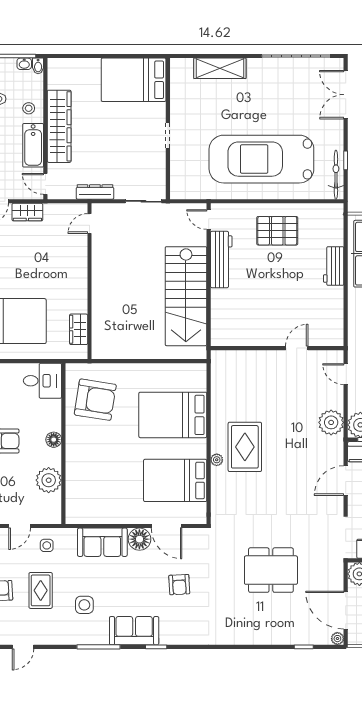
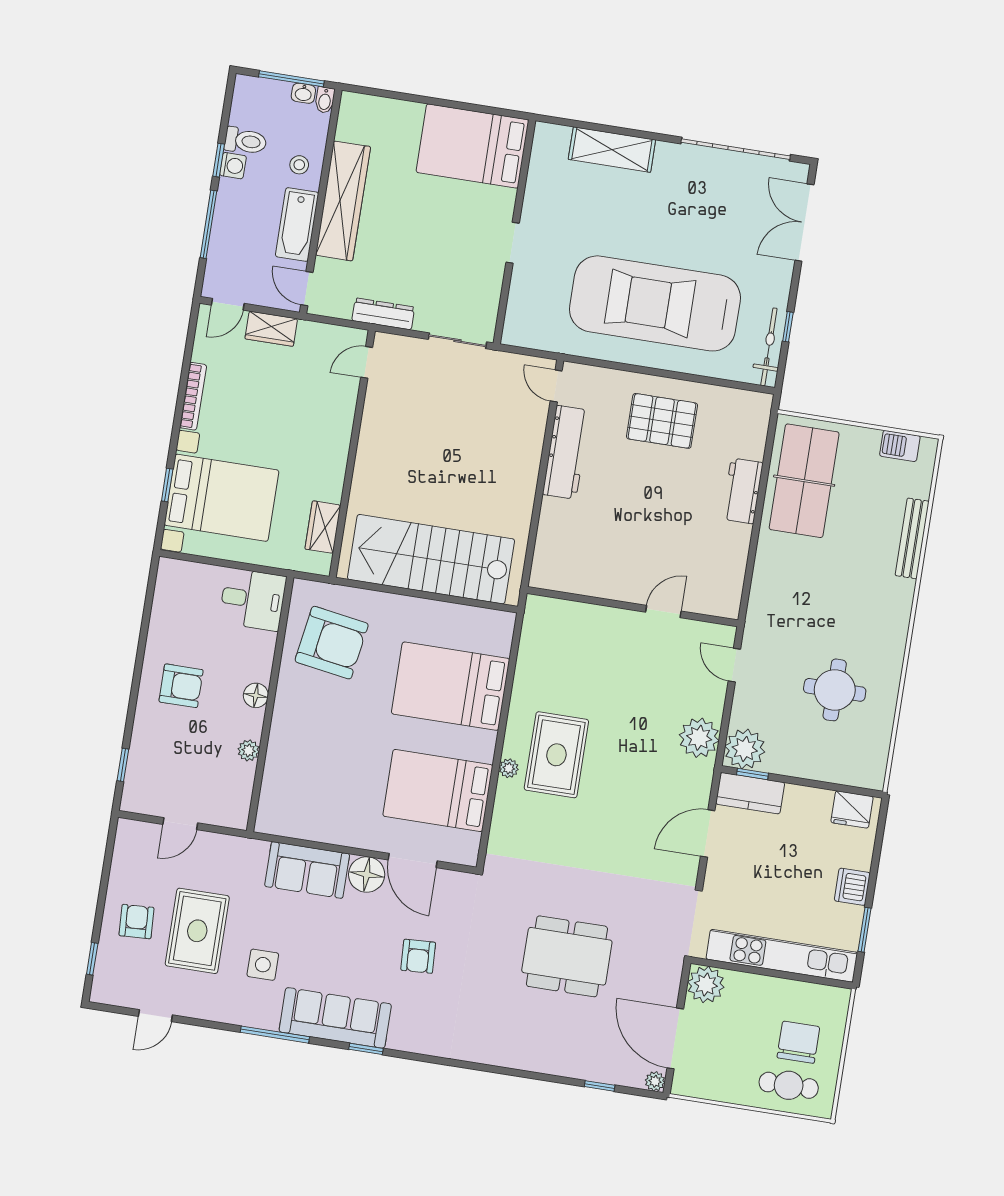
stairs: (186, 296) -> (431, 559), moved, turned 90
plant: (49, 480) -> (249, 750), width x0.53, depth x0.53
side table: (47, 545) -> (218, 861), removed
rug: (41, 590) -> (197, 931), width x1.36, depth x1.43
sofa: (134, 631) -> (335, 1018), width x1.36

